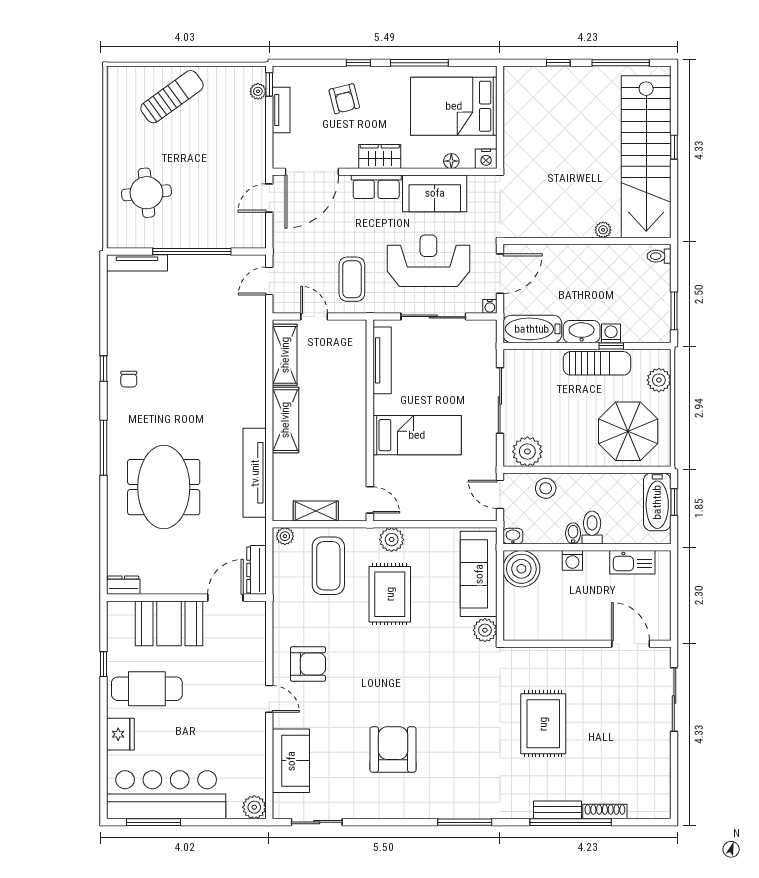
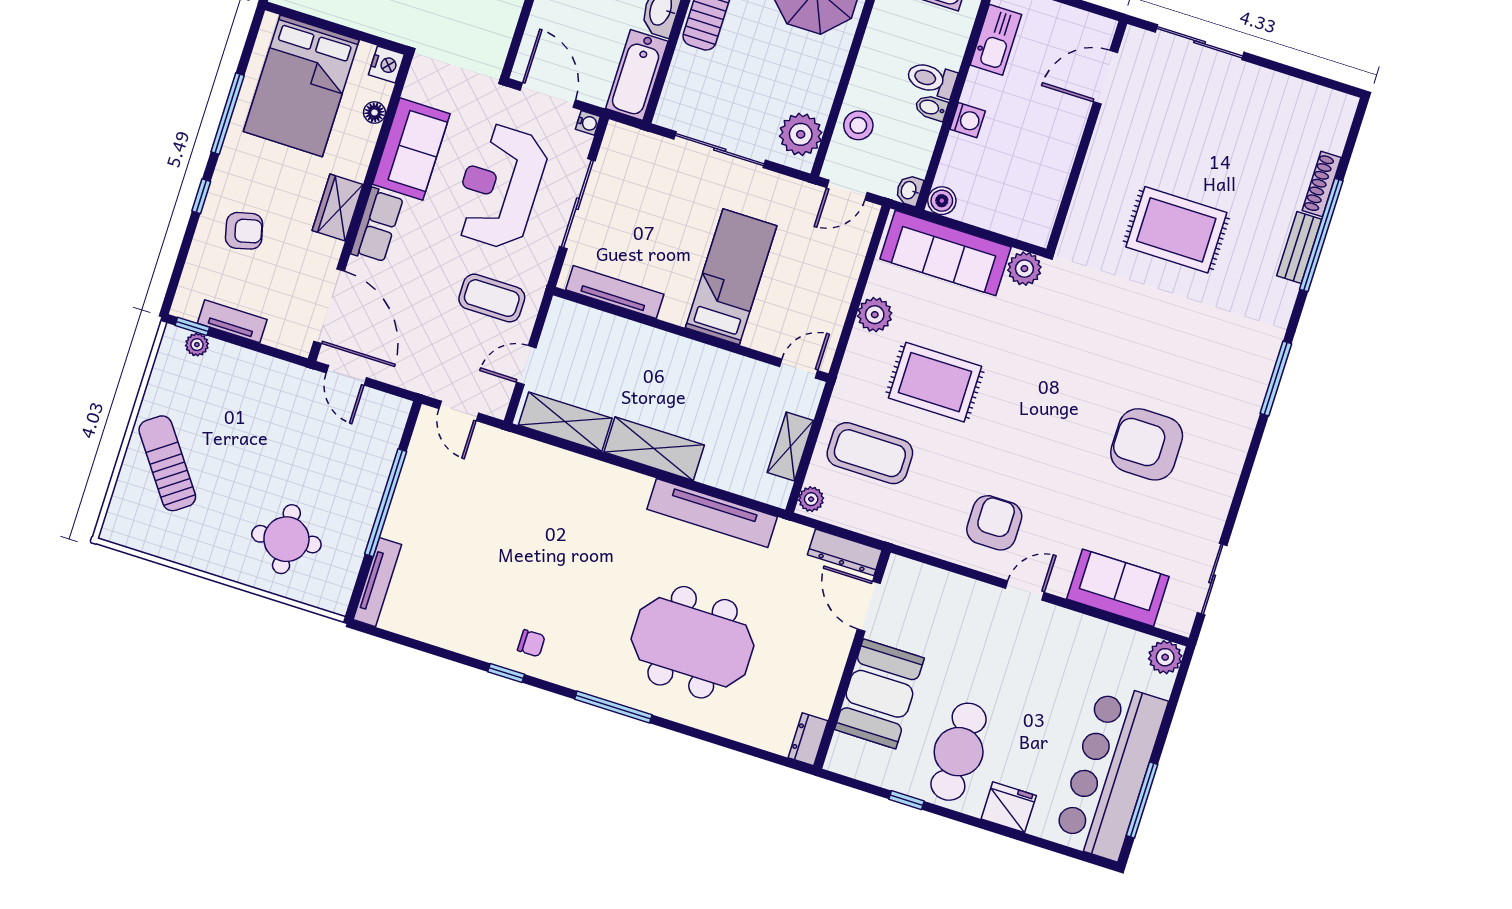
plant: (392, 540) -> (875, 315), moved
boiler: (521, 569) -> (942, 201), width x0.54, depth x0.54

